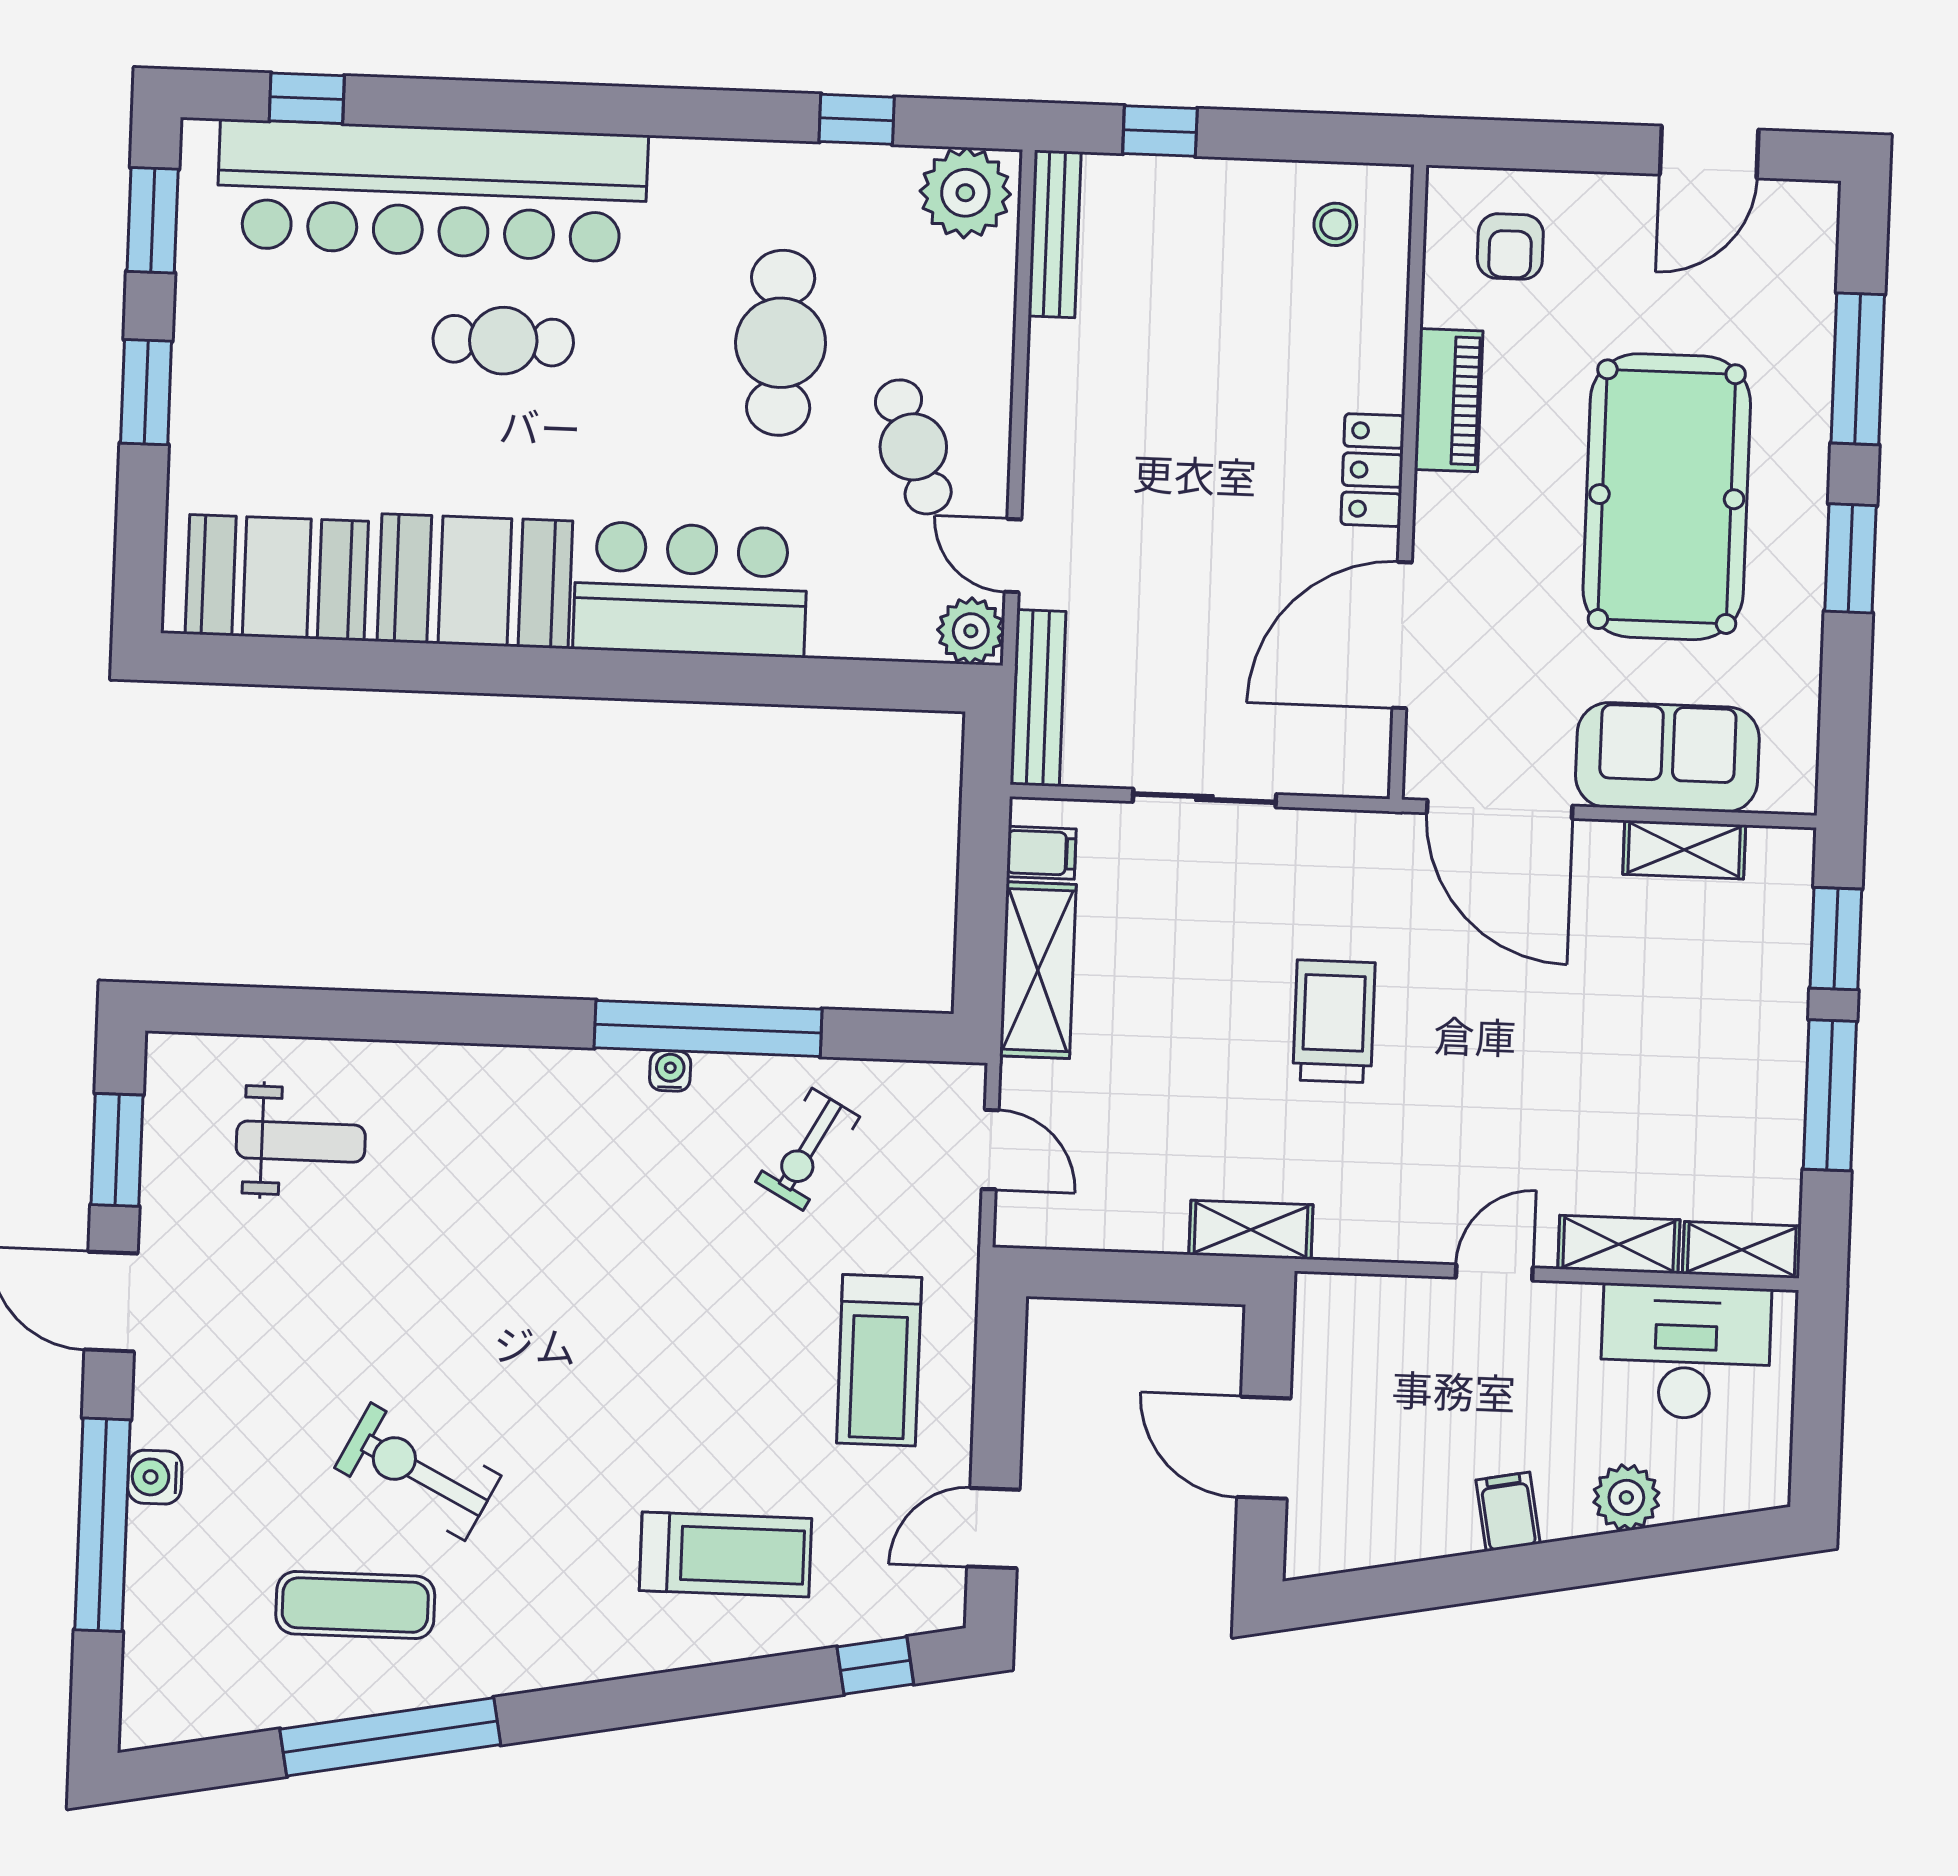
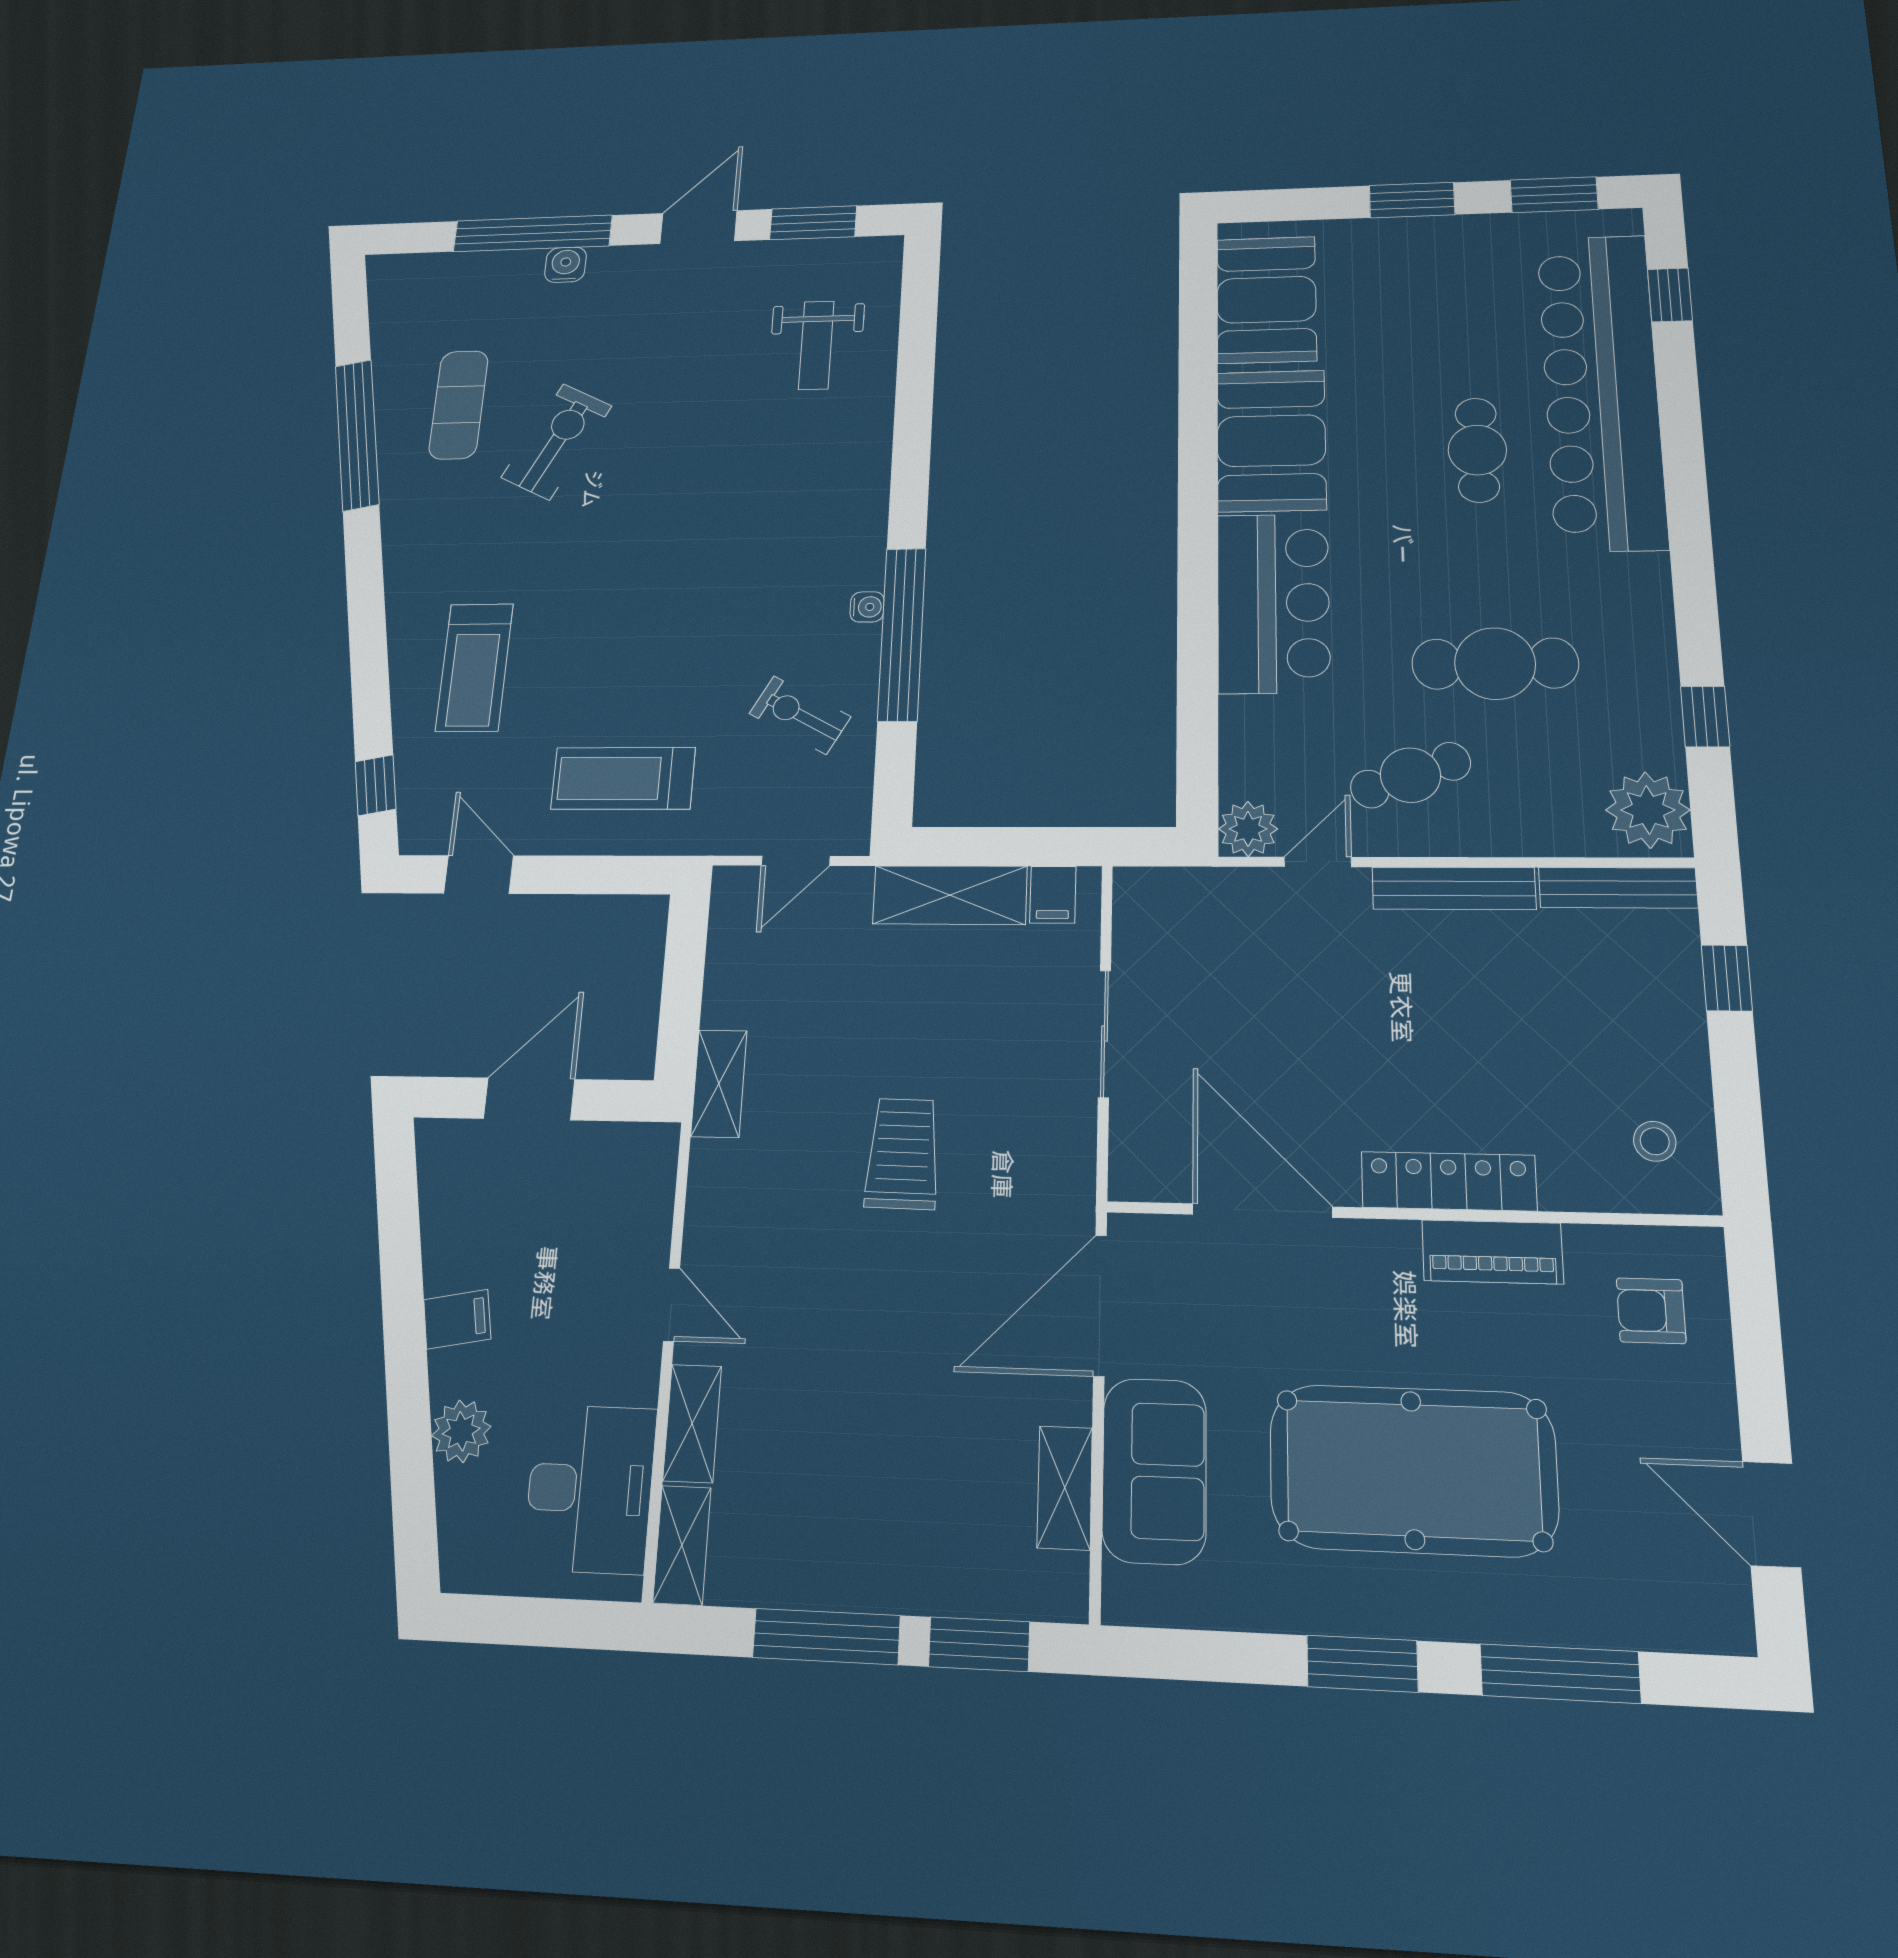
locker: (1373, 470) -> (1449, 1181), width x1.53
bench: (1038, 698) -> (1454, 888), moved
trolley: (1334, 1021) -> (903, 1154), turned -89

